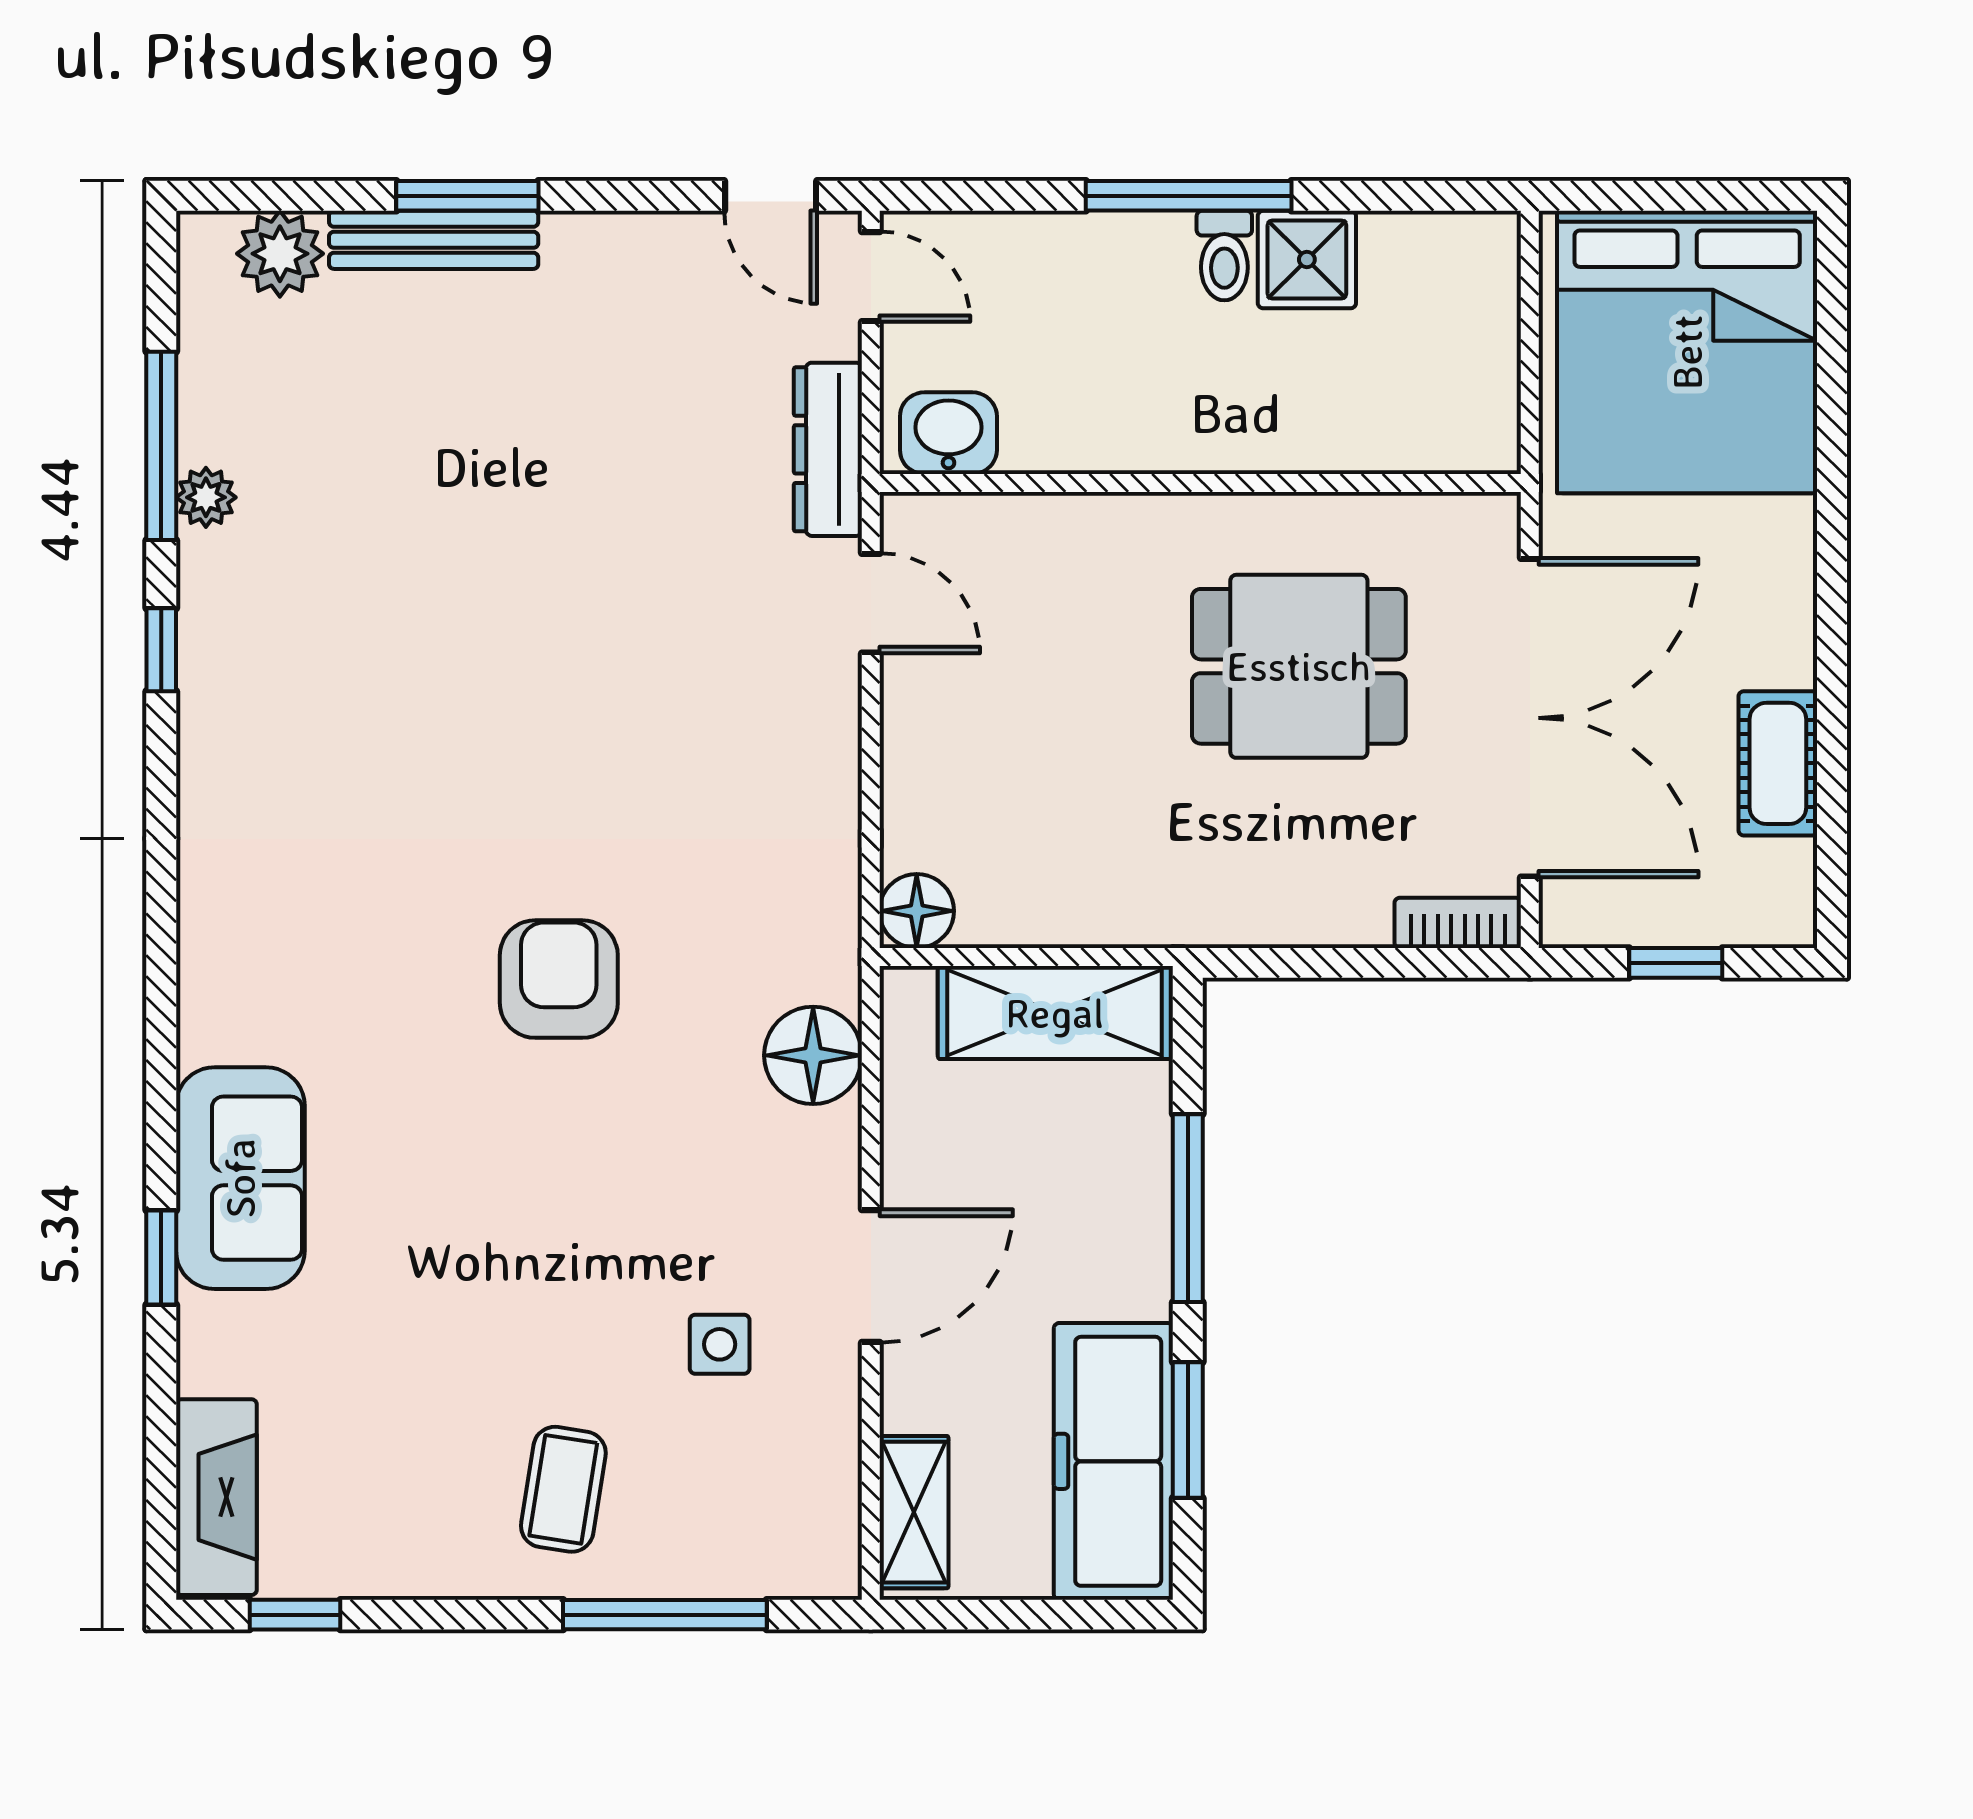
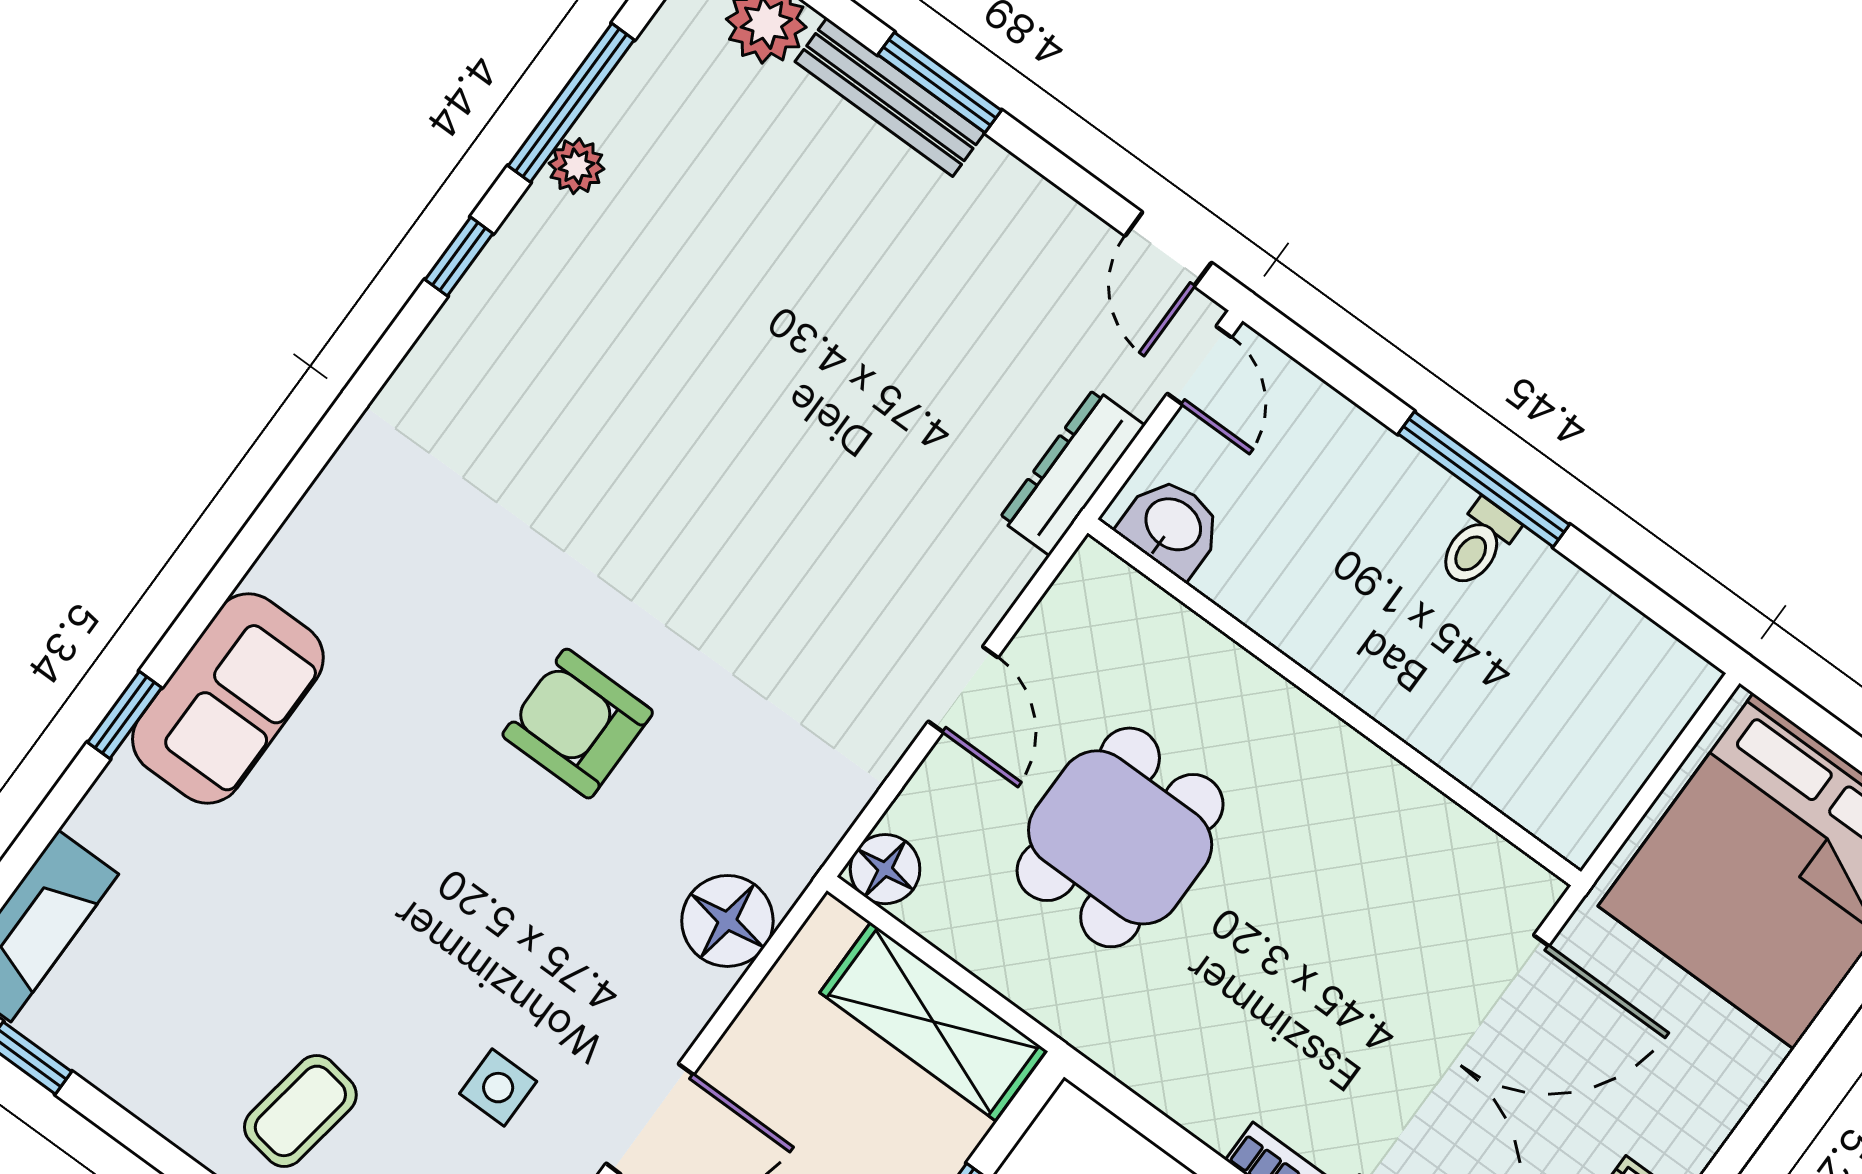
shower: (1307, 259) -> (1538, 592), removed
door: (871, 603) -> (963, 689), moved
dining table: (1299, 666) -> (1120, 837), moved, turned 90
armchair: (559, 979) -> (578, 724), turned -90

